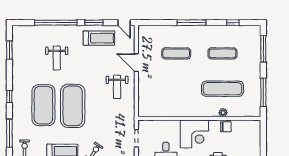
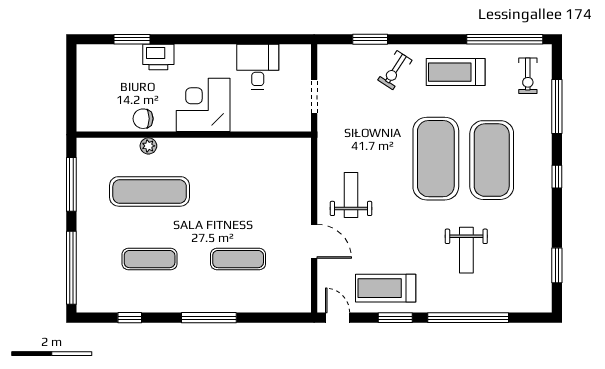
window: (263, 49) -> (71, 268), width x1.46
weight bench: (57, 58) -> (466, 250), turned 180

